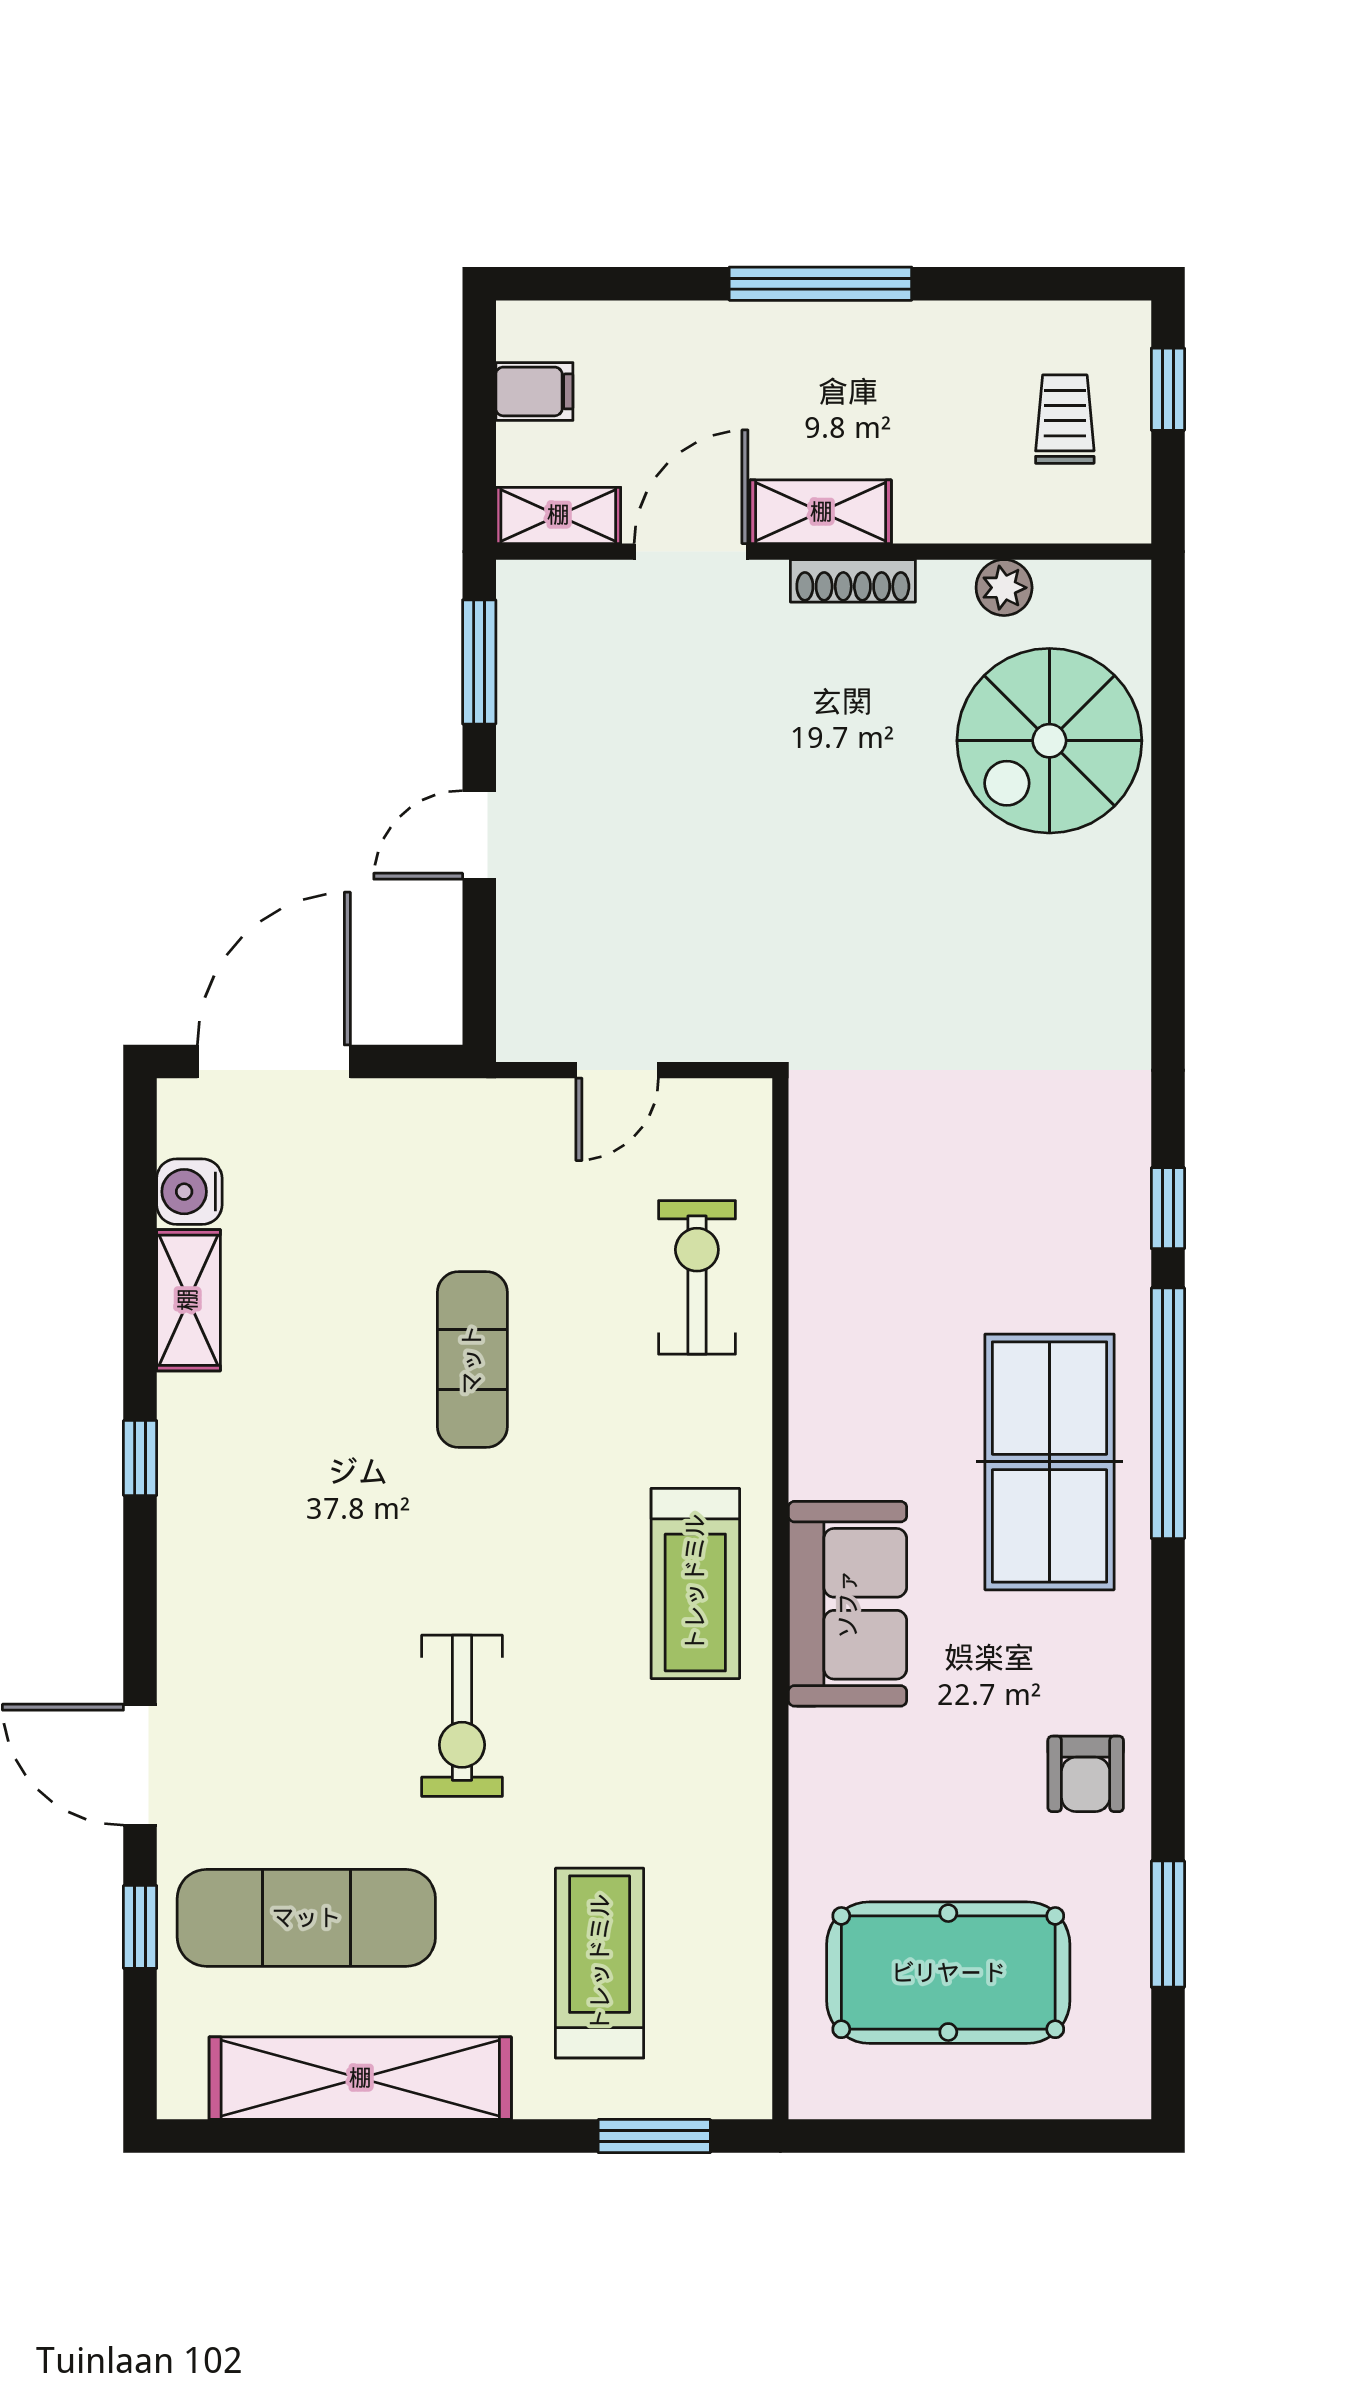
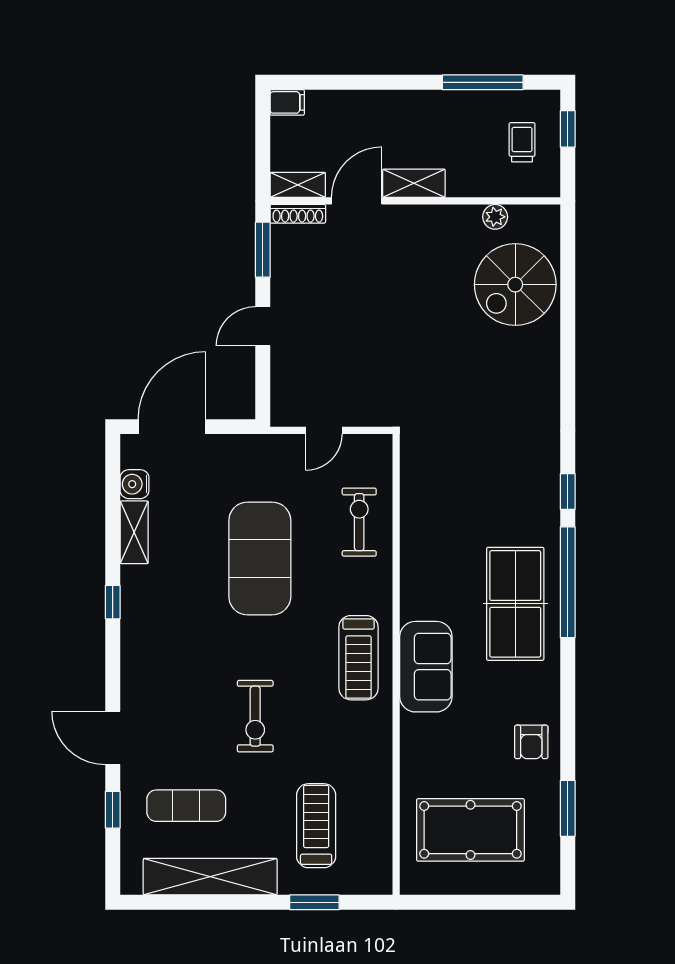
window: (820, 284) -> (483, 82), moved
filing cabinet: (534, 391) -> (287, 102), moved
shoe rack: (853, 581) -> (298, 214), moved
exercise mat: (472, 1360) -> (260, 559), width x2.00, depth x1.45
exercise mat: (306, 1918) -> (186, 806), width x0.73, depth x0.69
window: (654, 2136) -> (314, 902), moved

